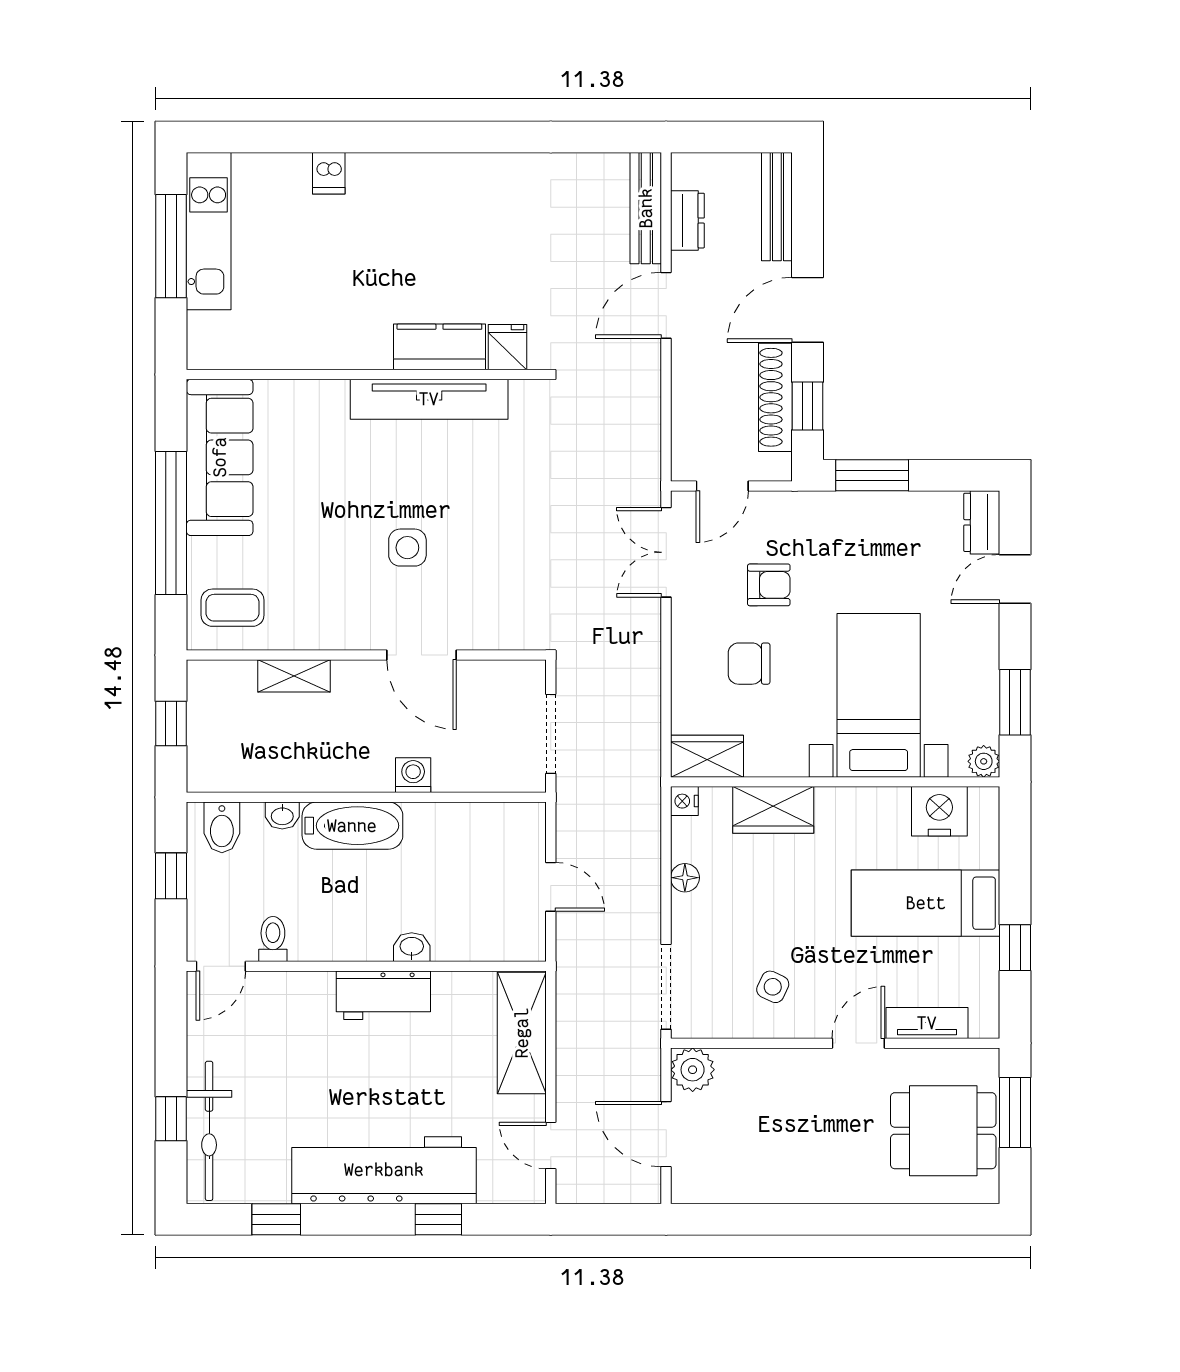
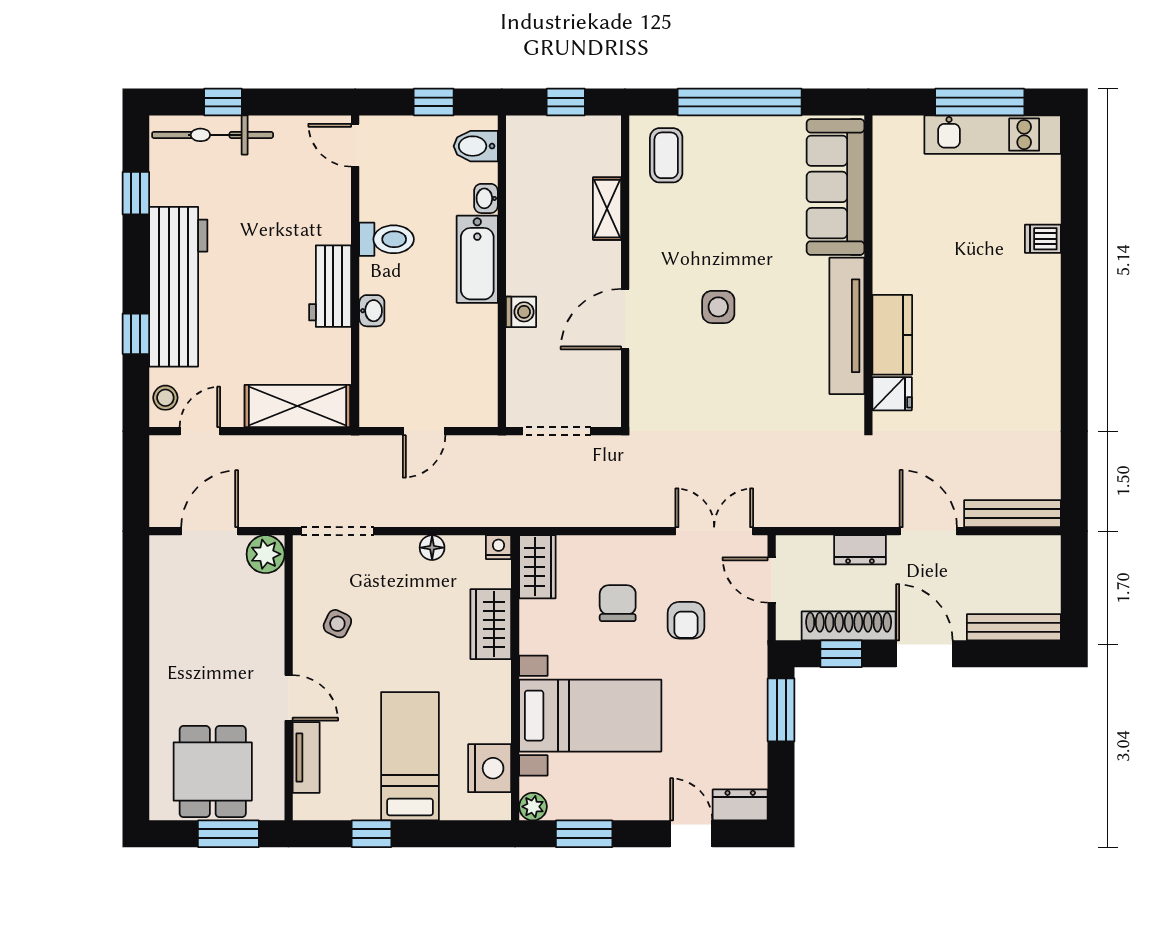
dresser: (687, 221) -> (860, 550), moved
sofa: (220, 457) -> (836, 187), moved, turned 90
toilet: (273, 939) -> (386, 239), moved, width x1.37, depth x1.39
stool: (512, 1185) -> (165, 398), added

